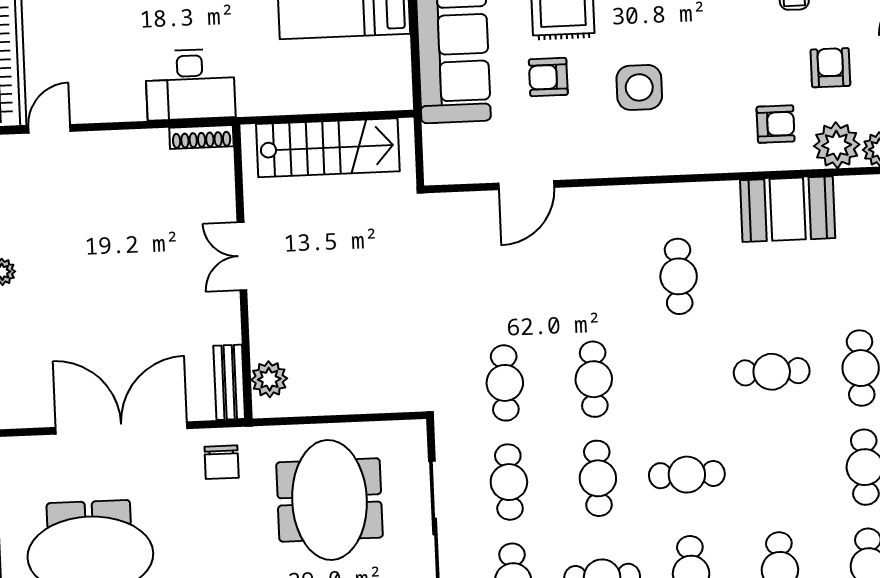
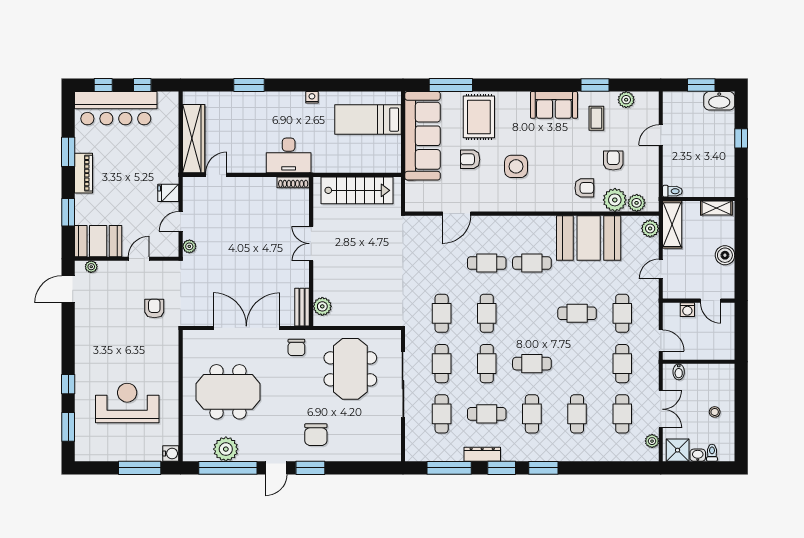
booth: (788, 209) -> (589, 238), width x1.36, depth x1.42
cafe table: (679, 276) -> (532, 263), turned 90
cafe table: (590, 280) -> (487, 263), added

